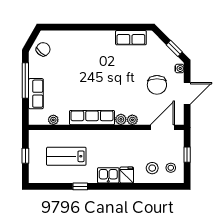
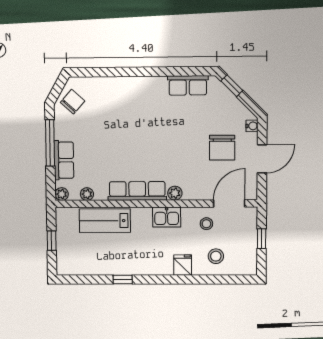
window: (174, 48) -> (232, 86), moved
plant: (132, 120) -> (62, 194), moved
lab bench: (66, 156) -> (105, 221), moved
stool: (171, 168) -> (206, 224), moved
kitchen sink: (108, 175) -> (167, 217), moved, turned 180

